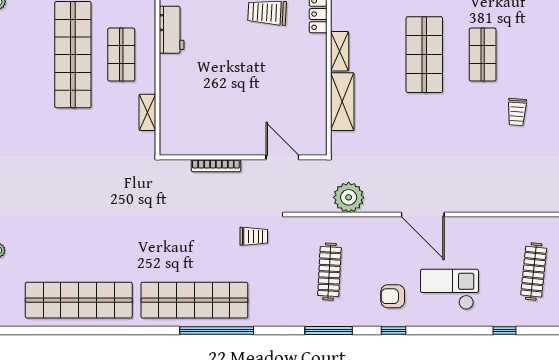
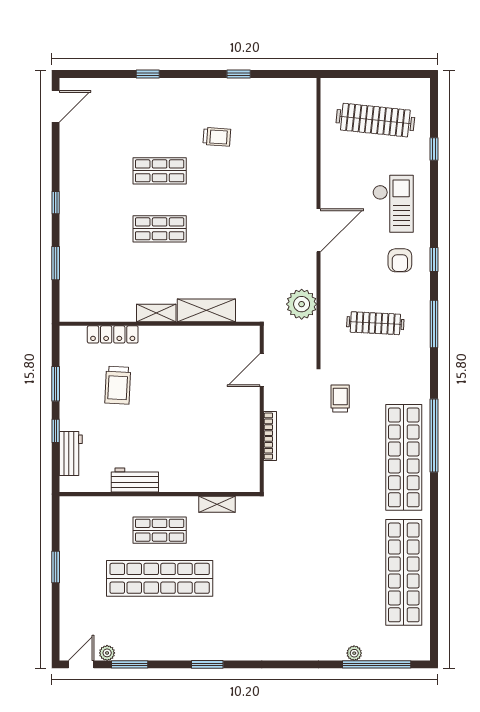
shop shelf: (424, 55) -> (160, 229), width x0.70, depth x0.74
clothes rail: (534, 272) -> (375, 120), width x1.37, depth x1.31
checkout: (449, 289) -> (393, 204), turned 180

